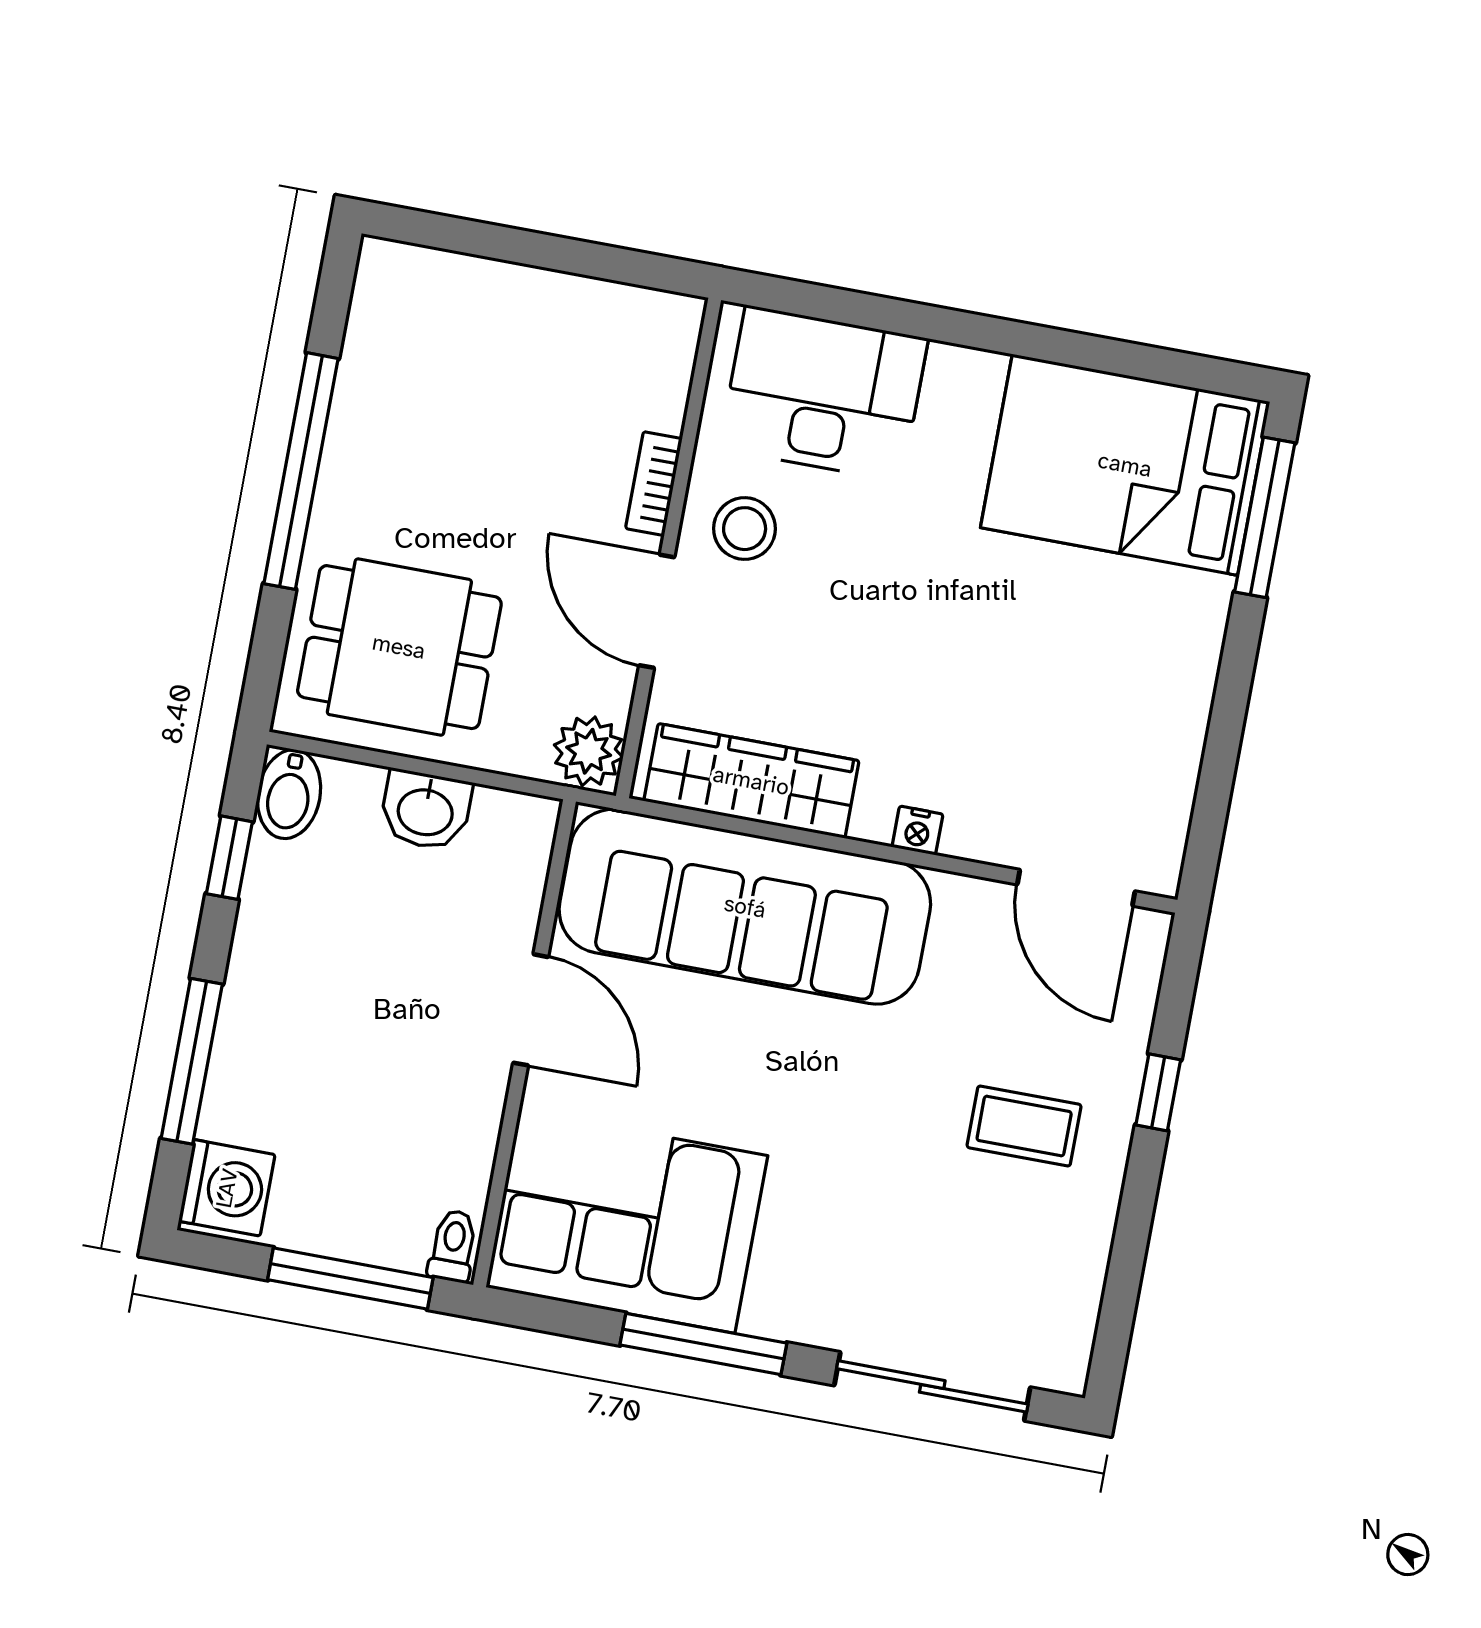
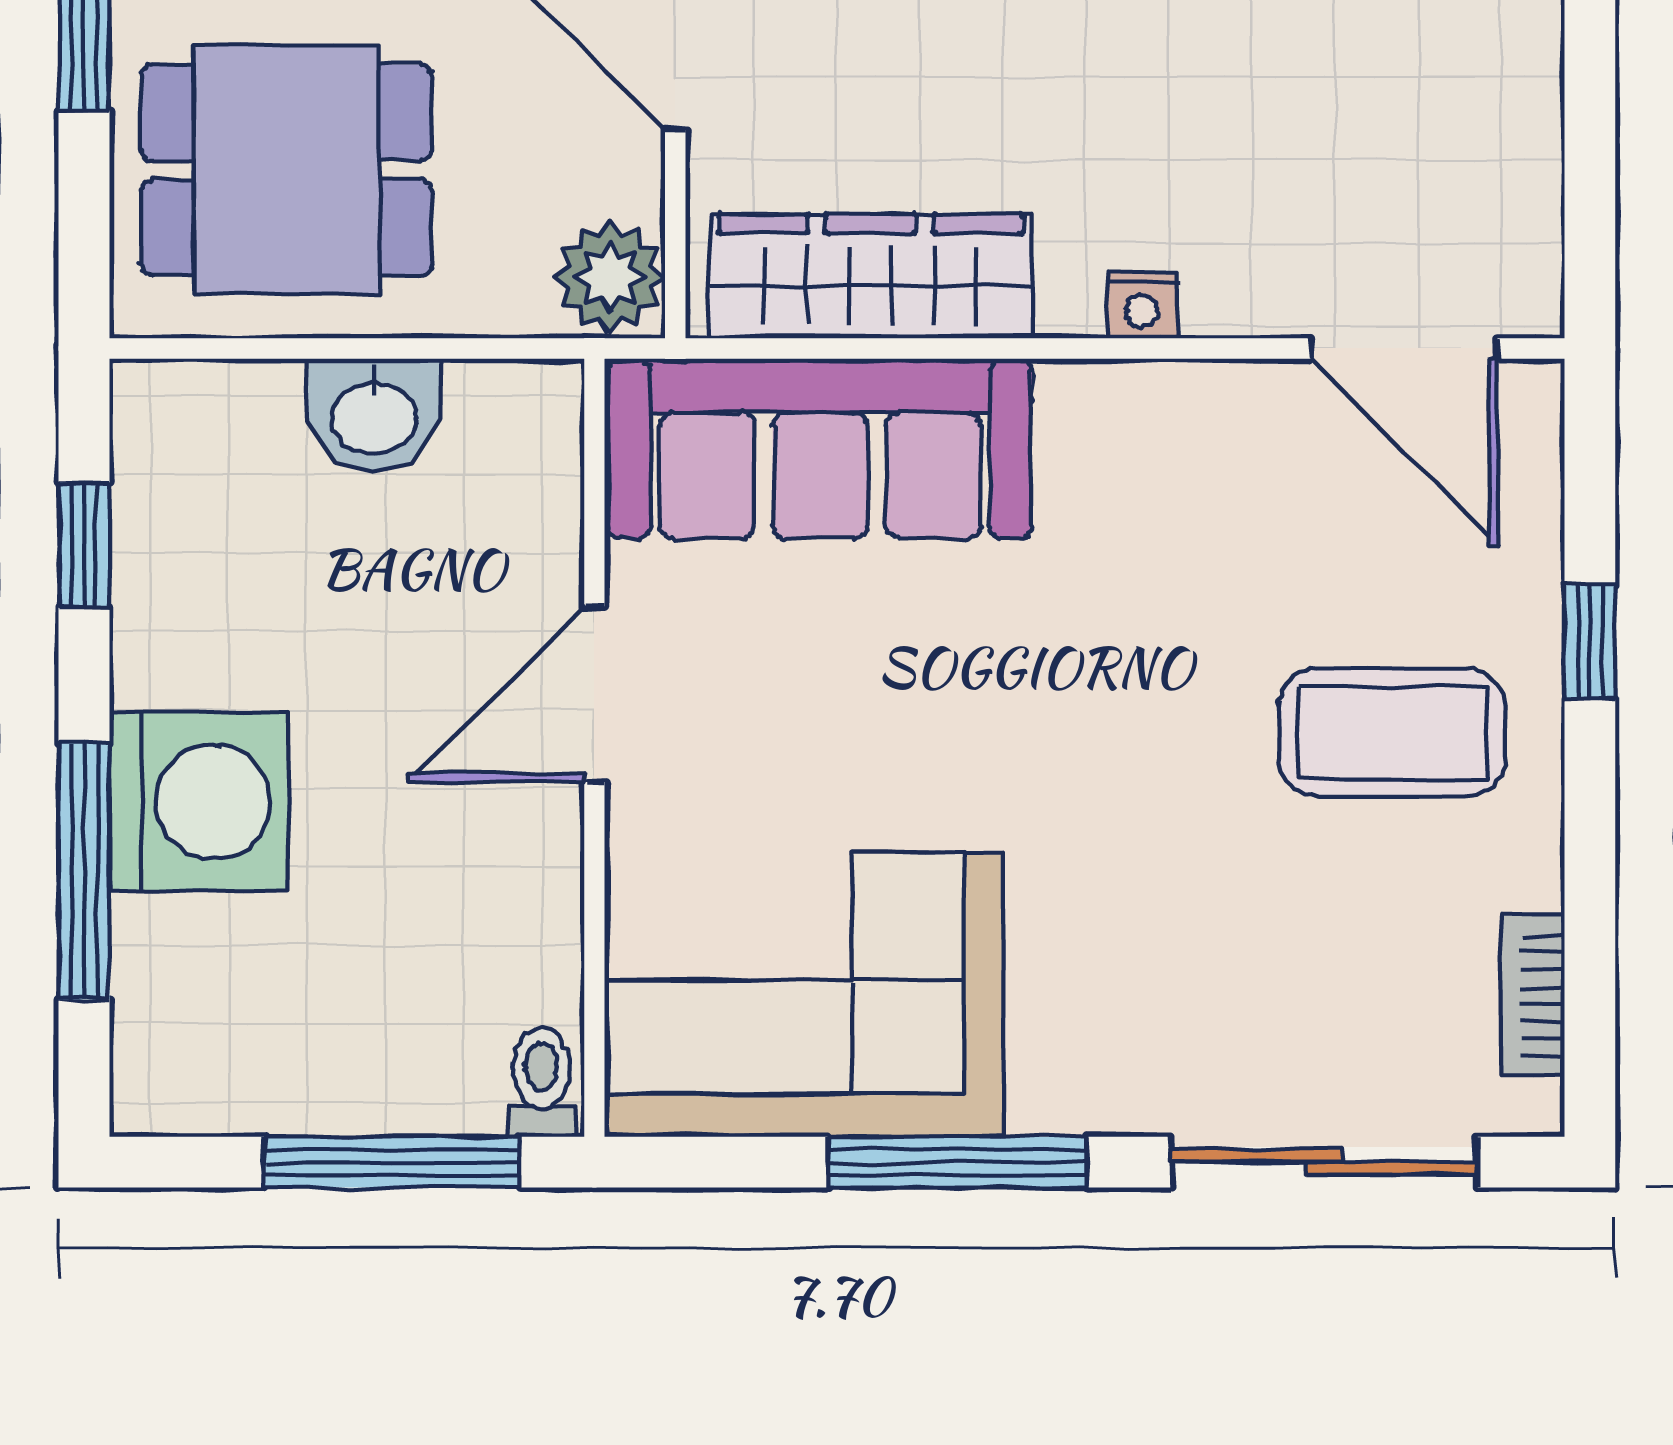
bidet: (289, 794) -> (158, 429), removed
sofa: (745, 907) -> (820, 449), width x0.74, depth x0.79
door: (531, 1010) -> (594, 694), swing flipped
coffee table: (1024, 1126) -> (1392, 732), width x1.36, depth x1.30
washing machine: (227, 1188) -> (199, 802), moved, width x1.37, depth x1.37
bookcase: (1081, 1306) -> (1532, 995), added

